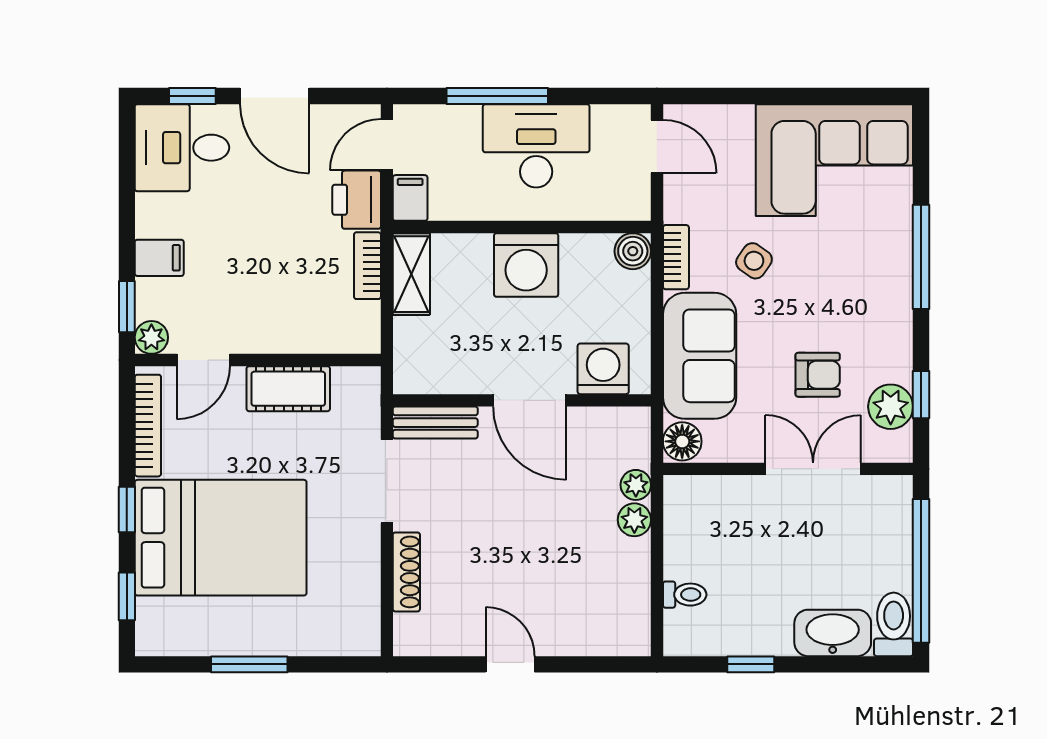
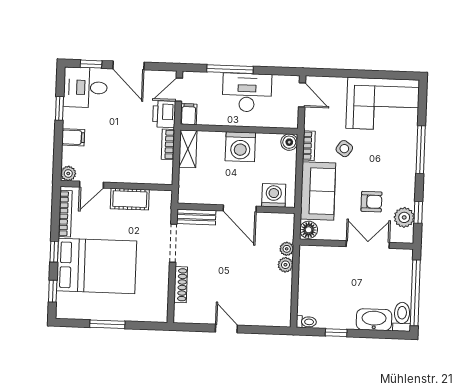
window: (127, 307) -> (59, 108), moved
toilet: (685, 595) -> (306, 322), moved

